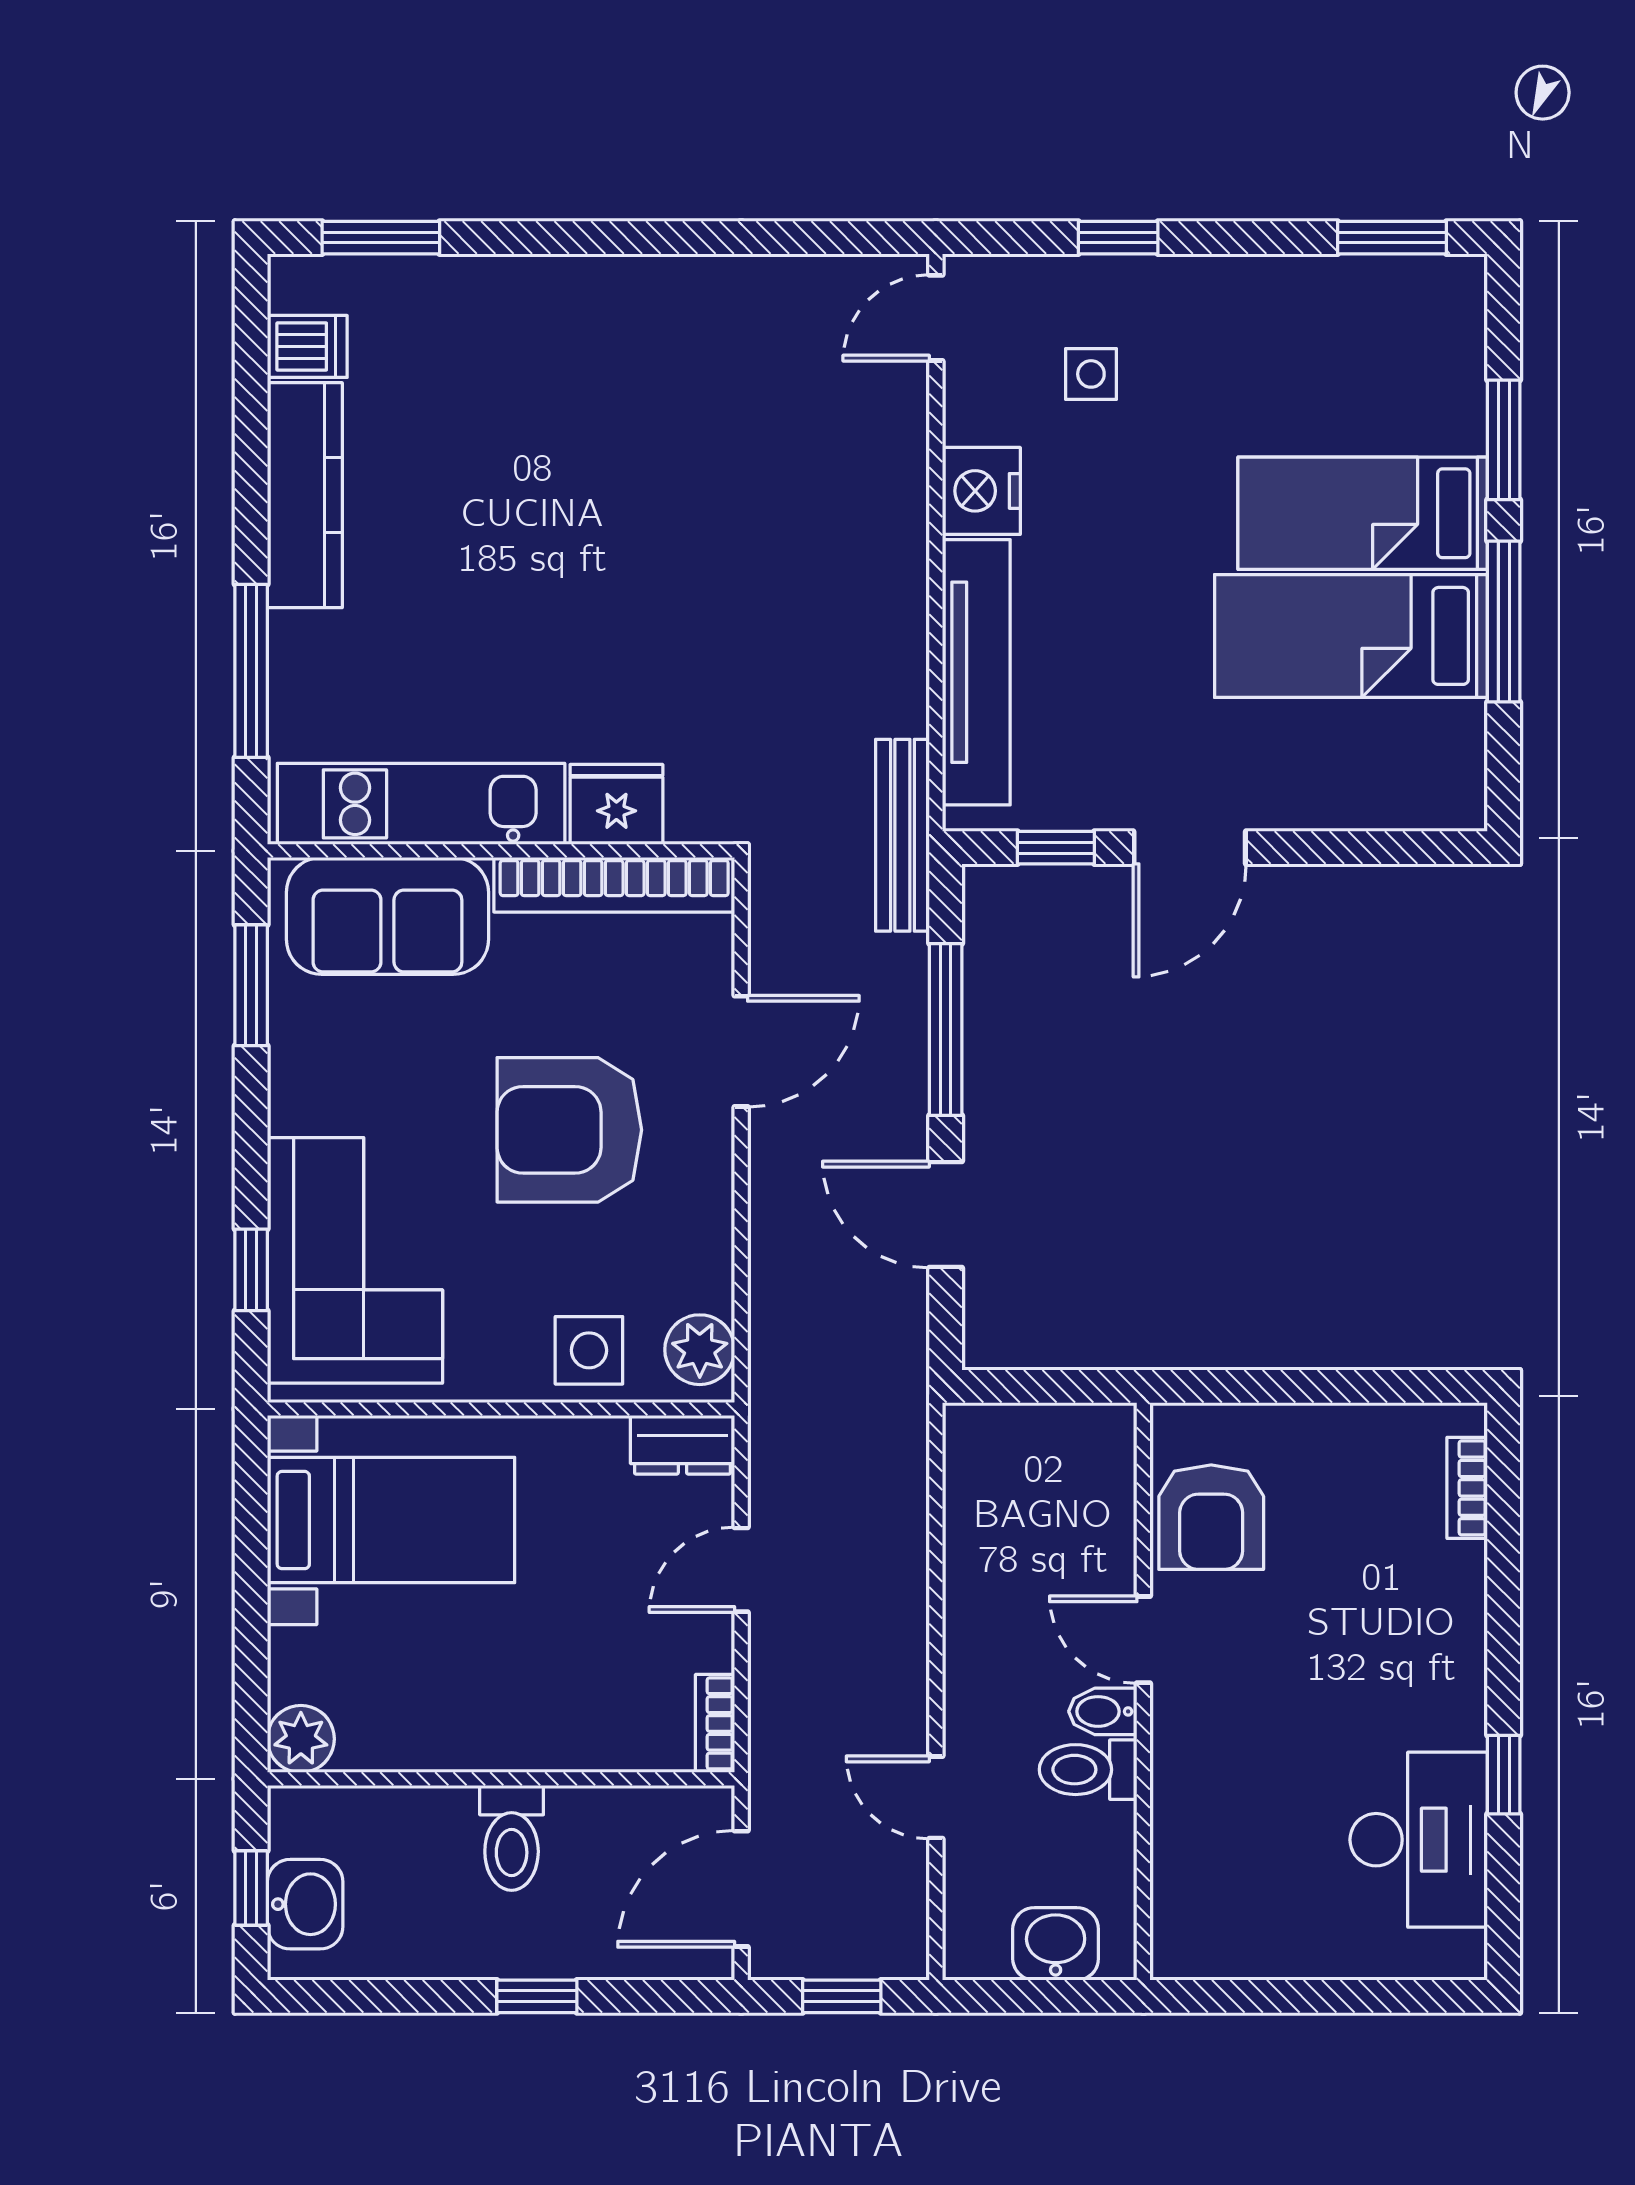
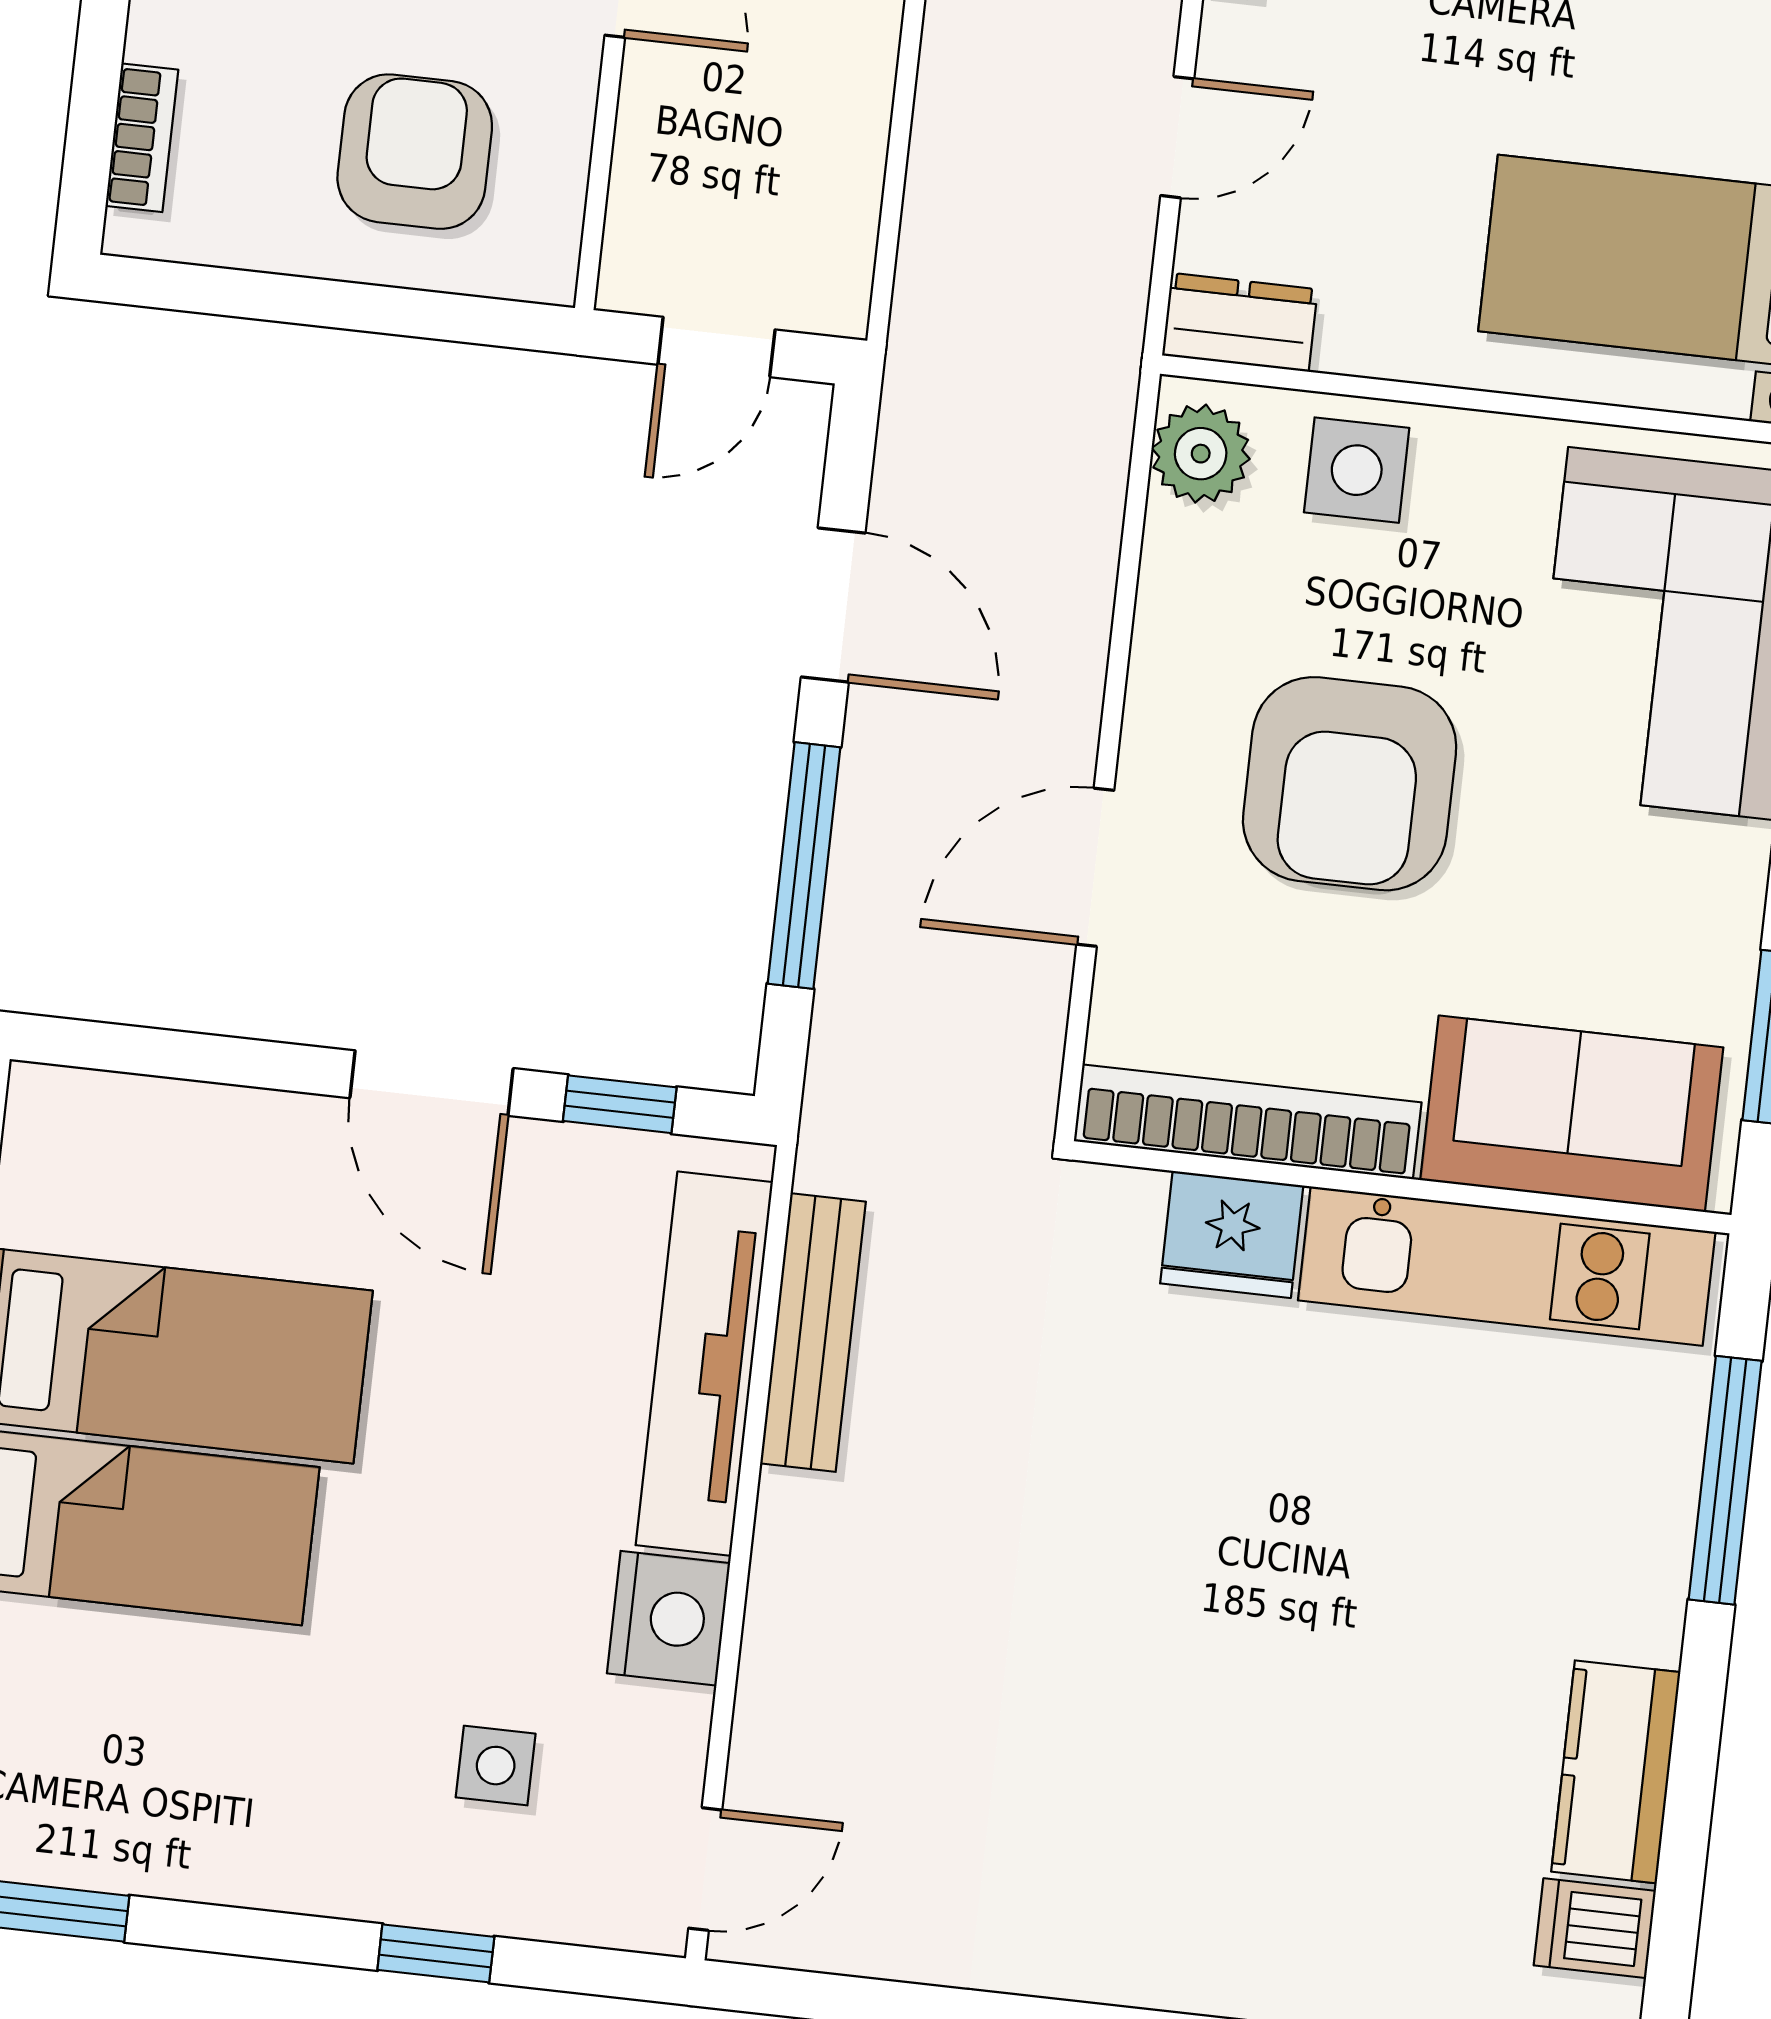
kitchen counter: (305, 495) -> (1616, 1772), width x0.67
bench: (902, 835) -> (813, 1333), moved
door: (1190, 848) -> (431, 1083), swing flipped
armchair: (569, 1130) -> (1350, 784), turned 90
door: (1048, 1386) -> (716, 347), added
armchair: (1211, 1517) -> (415, 152), moved

